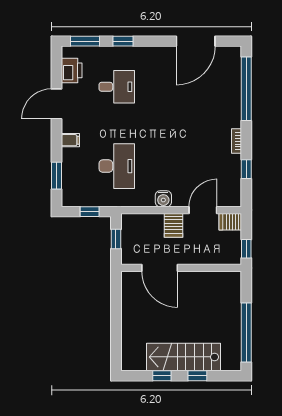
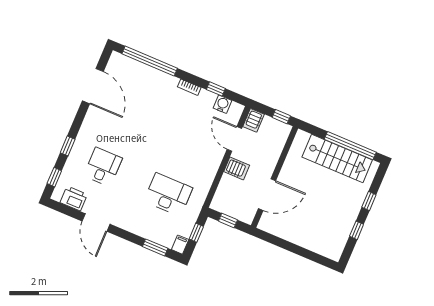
window: (85, 41) -> (54, 177), width x0.67
filing cabinet: (70, 140) -> (180, 245), moved
water cooler: (163, 199) -> (222, 104), moved, turned -90
stairs: (183, 357) -> (337, 158), moved, turned -90

